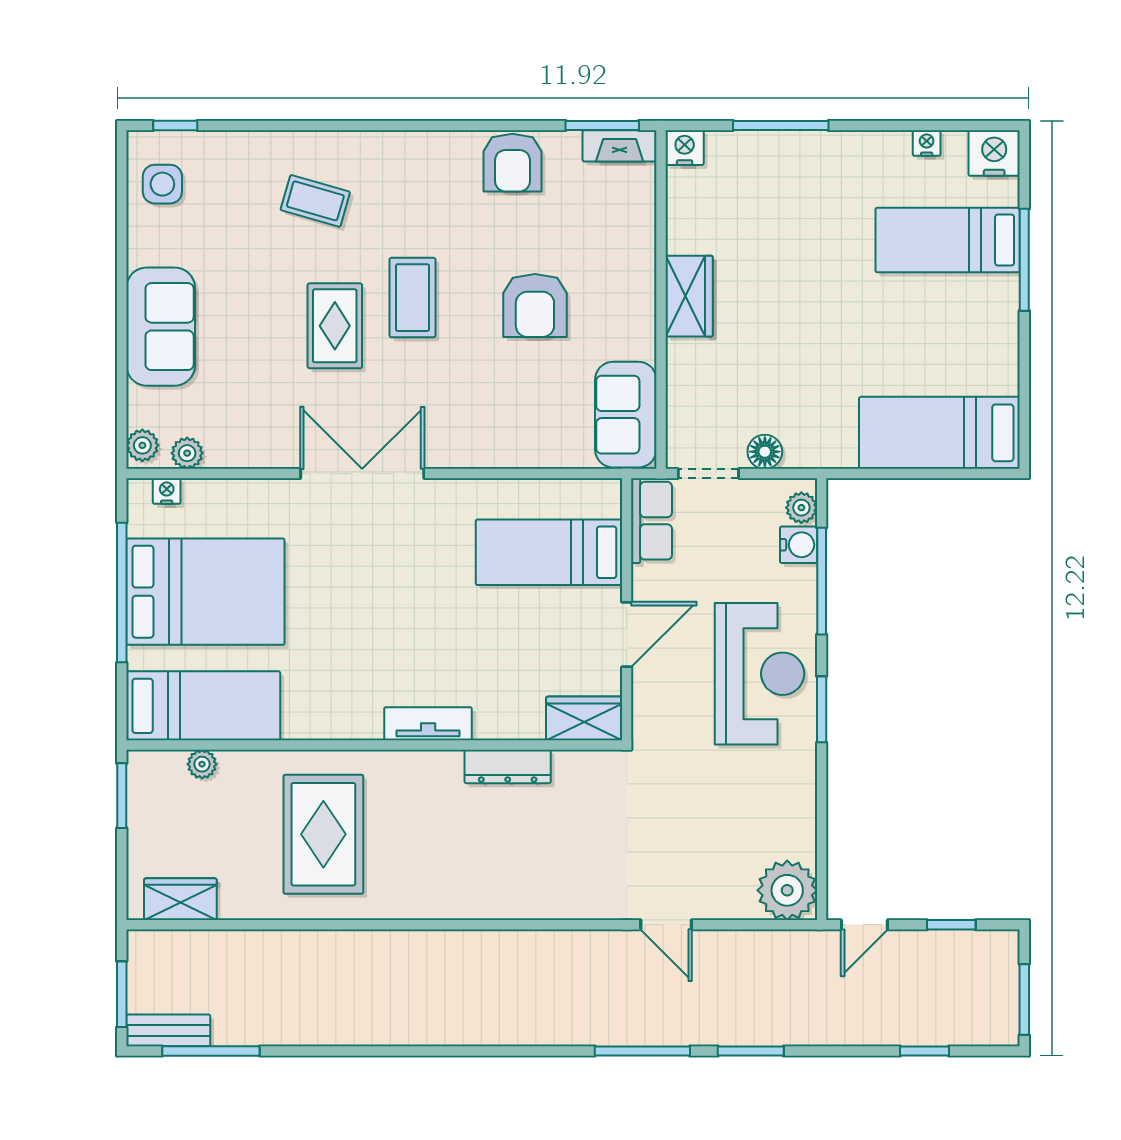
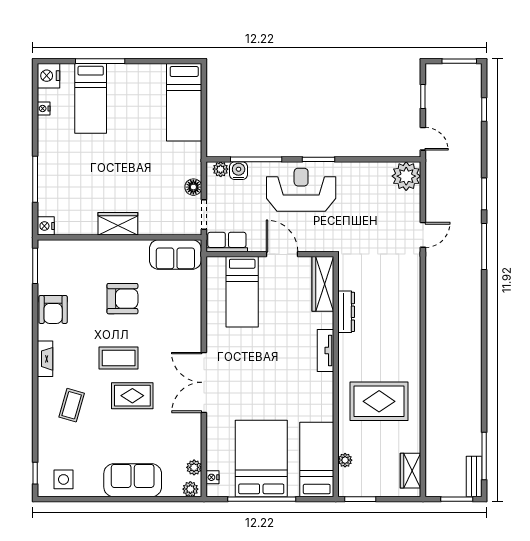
fireplace: (620, 146) -> (45, 359), moved
armchair: (512, 163) -> (53, 309), turned 90
wardrobe: (584, 718) -> (323, 284), width x1.50

